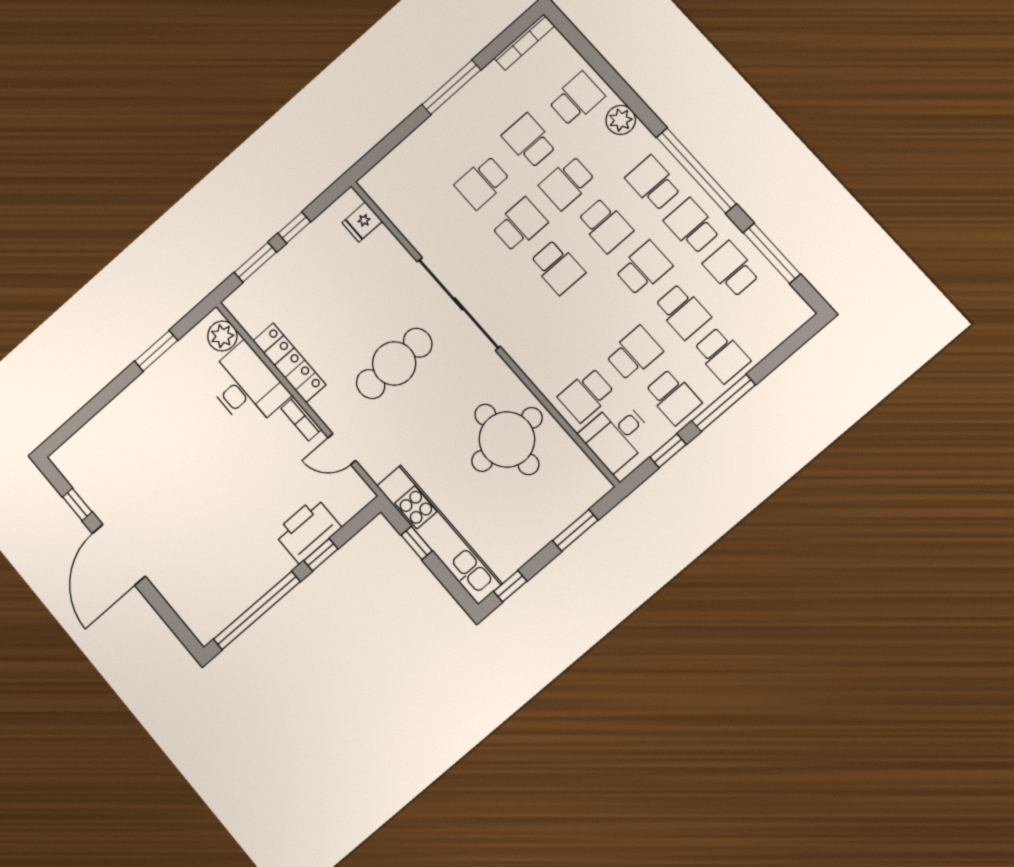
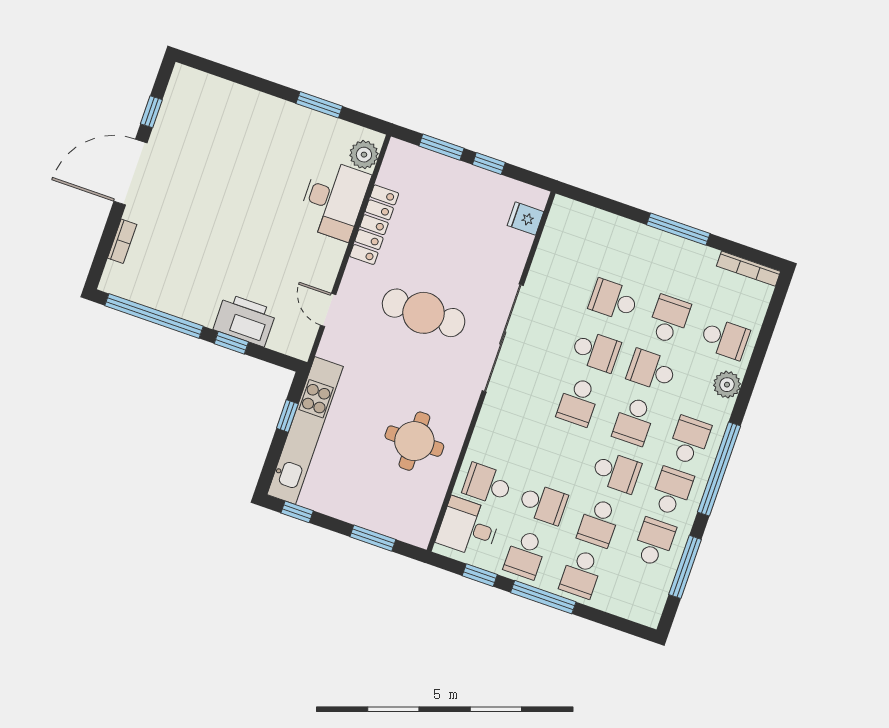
bookcase: (301, 419) -> (122, 241), moved, turned 180
round table: (507, 439) -> (414, 441), width x0.73, depth x0.73

